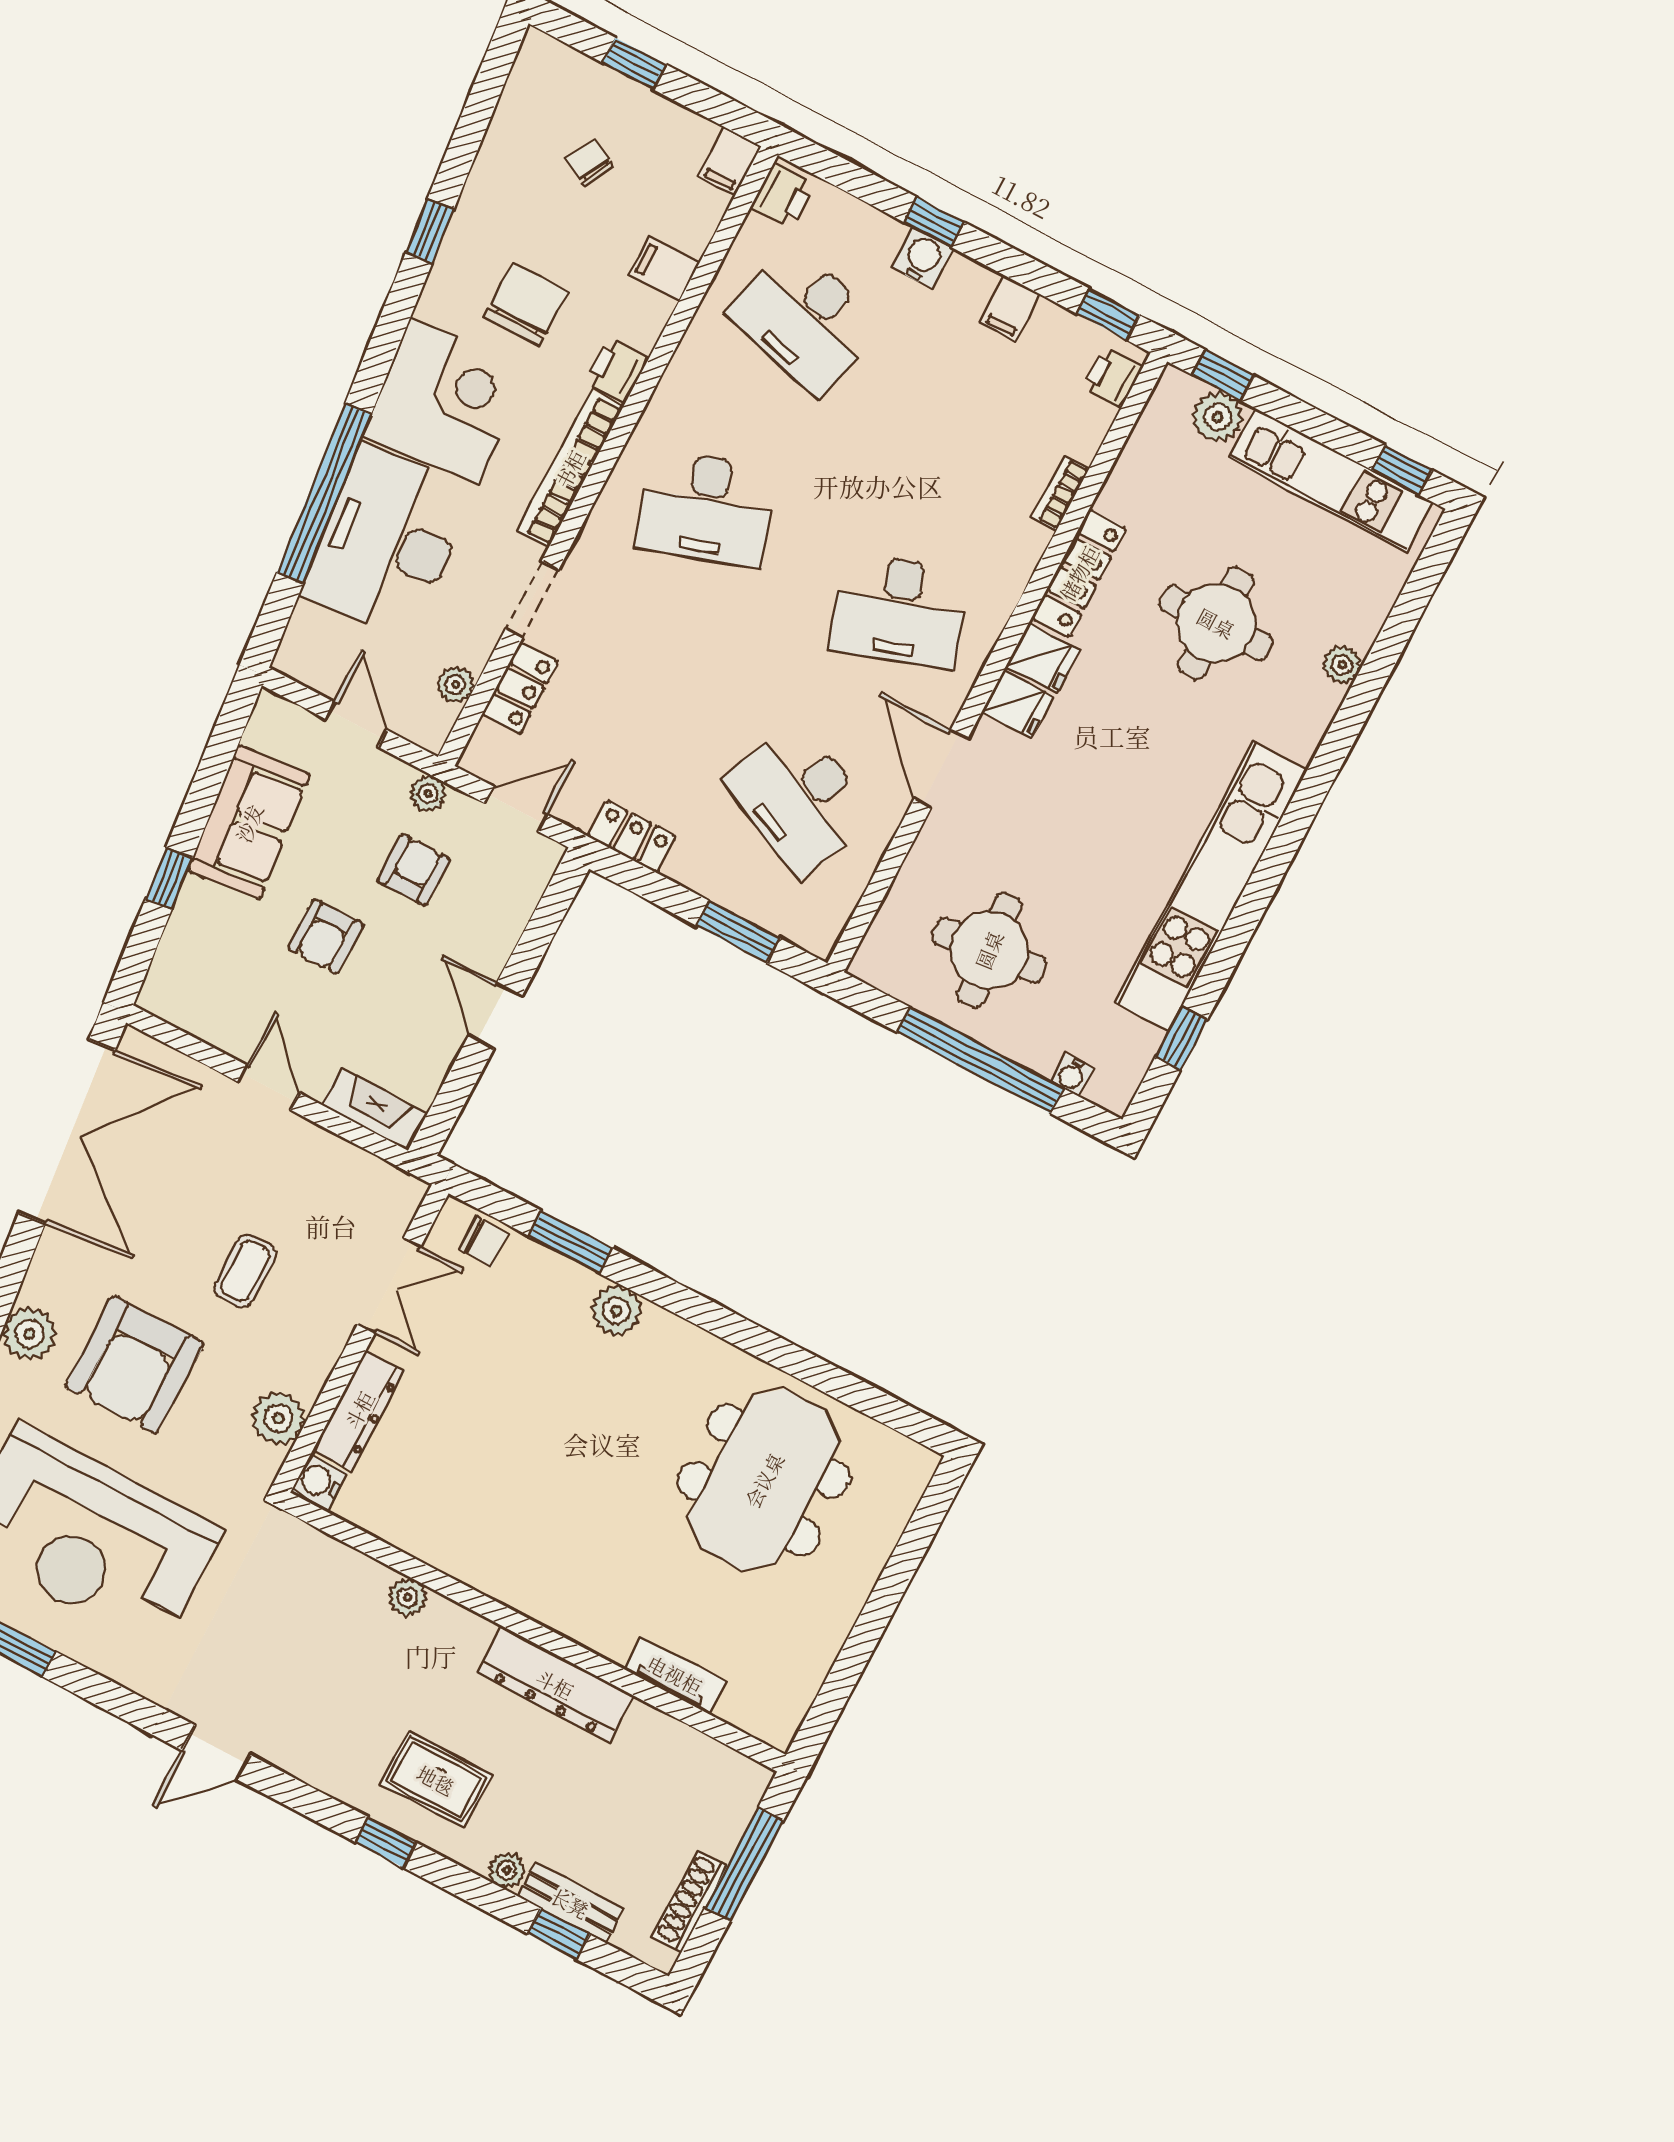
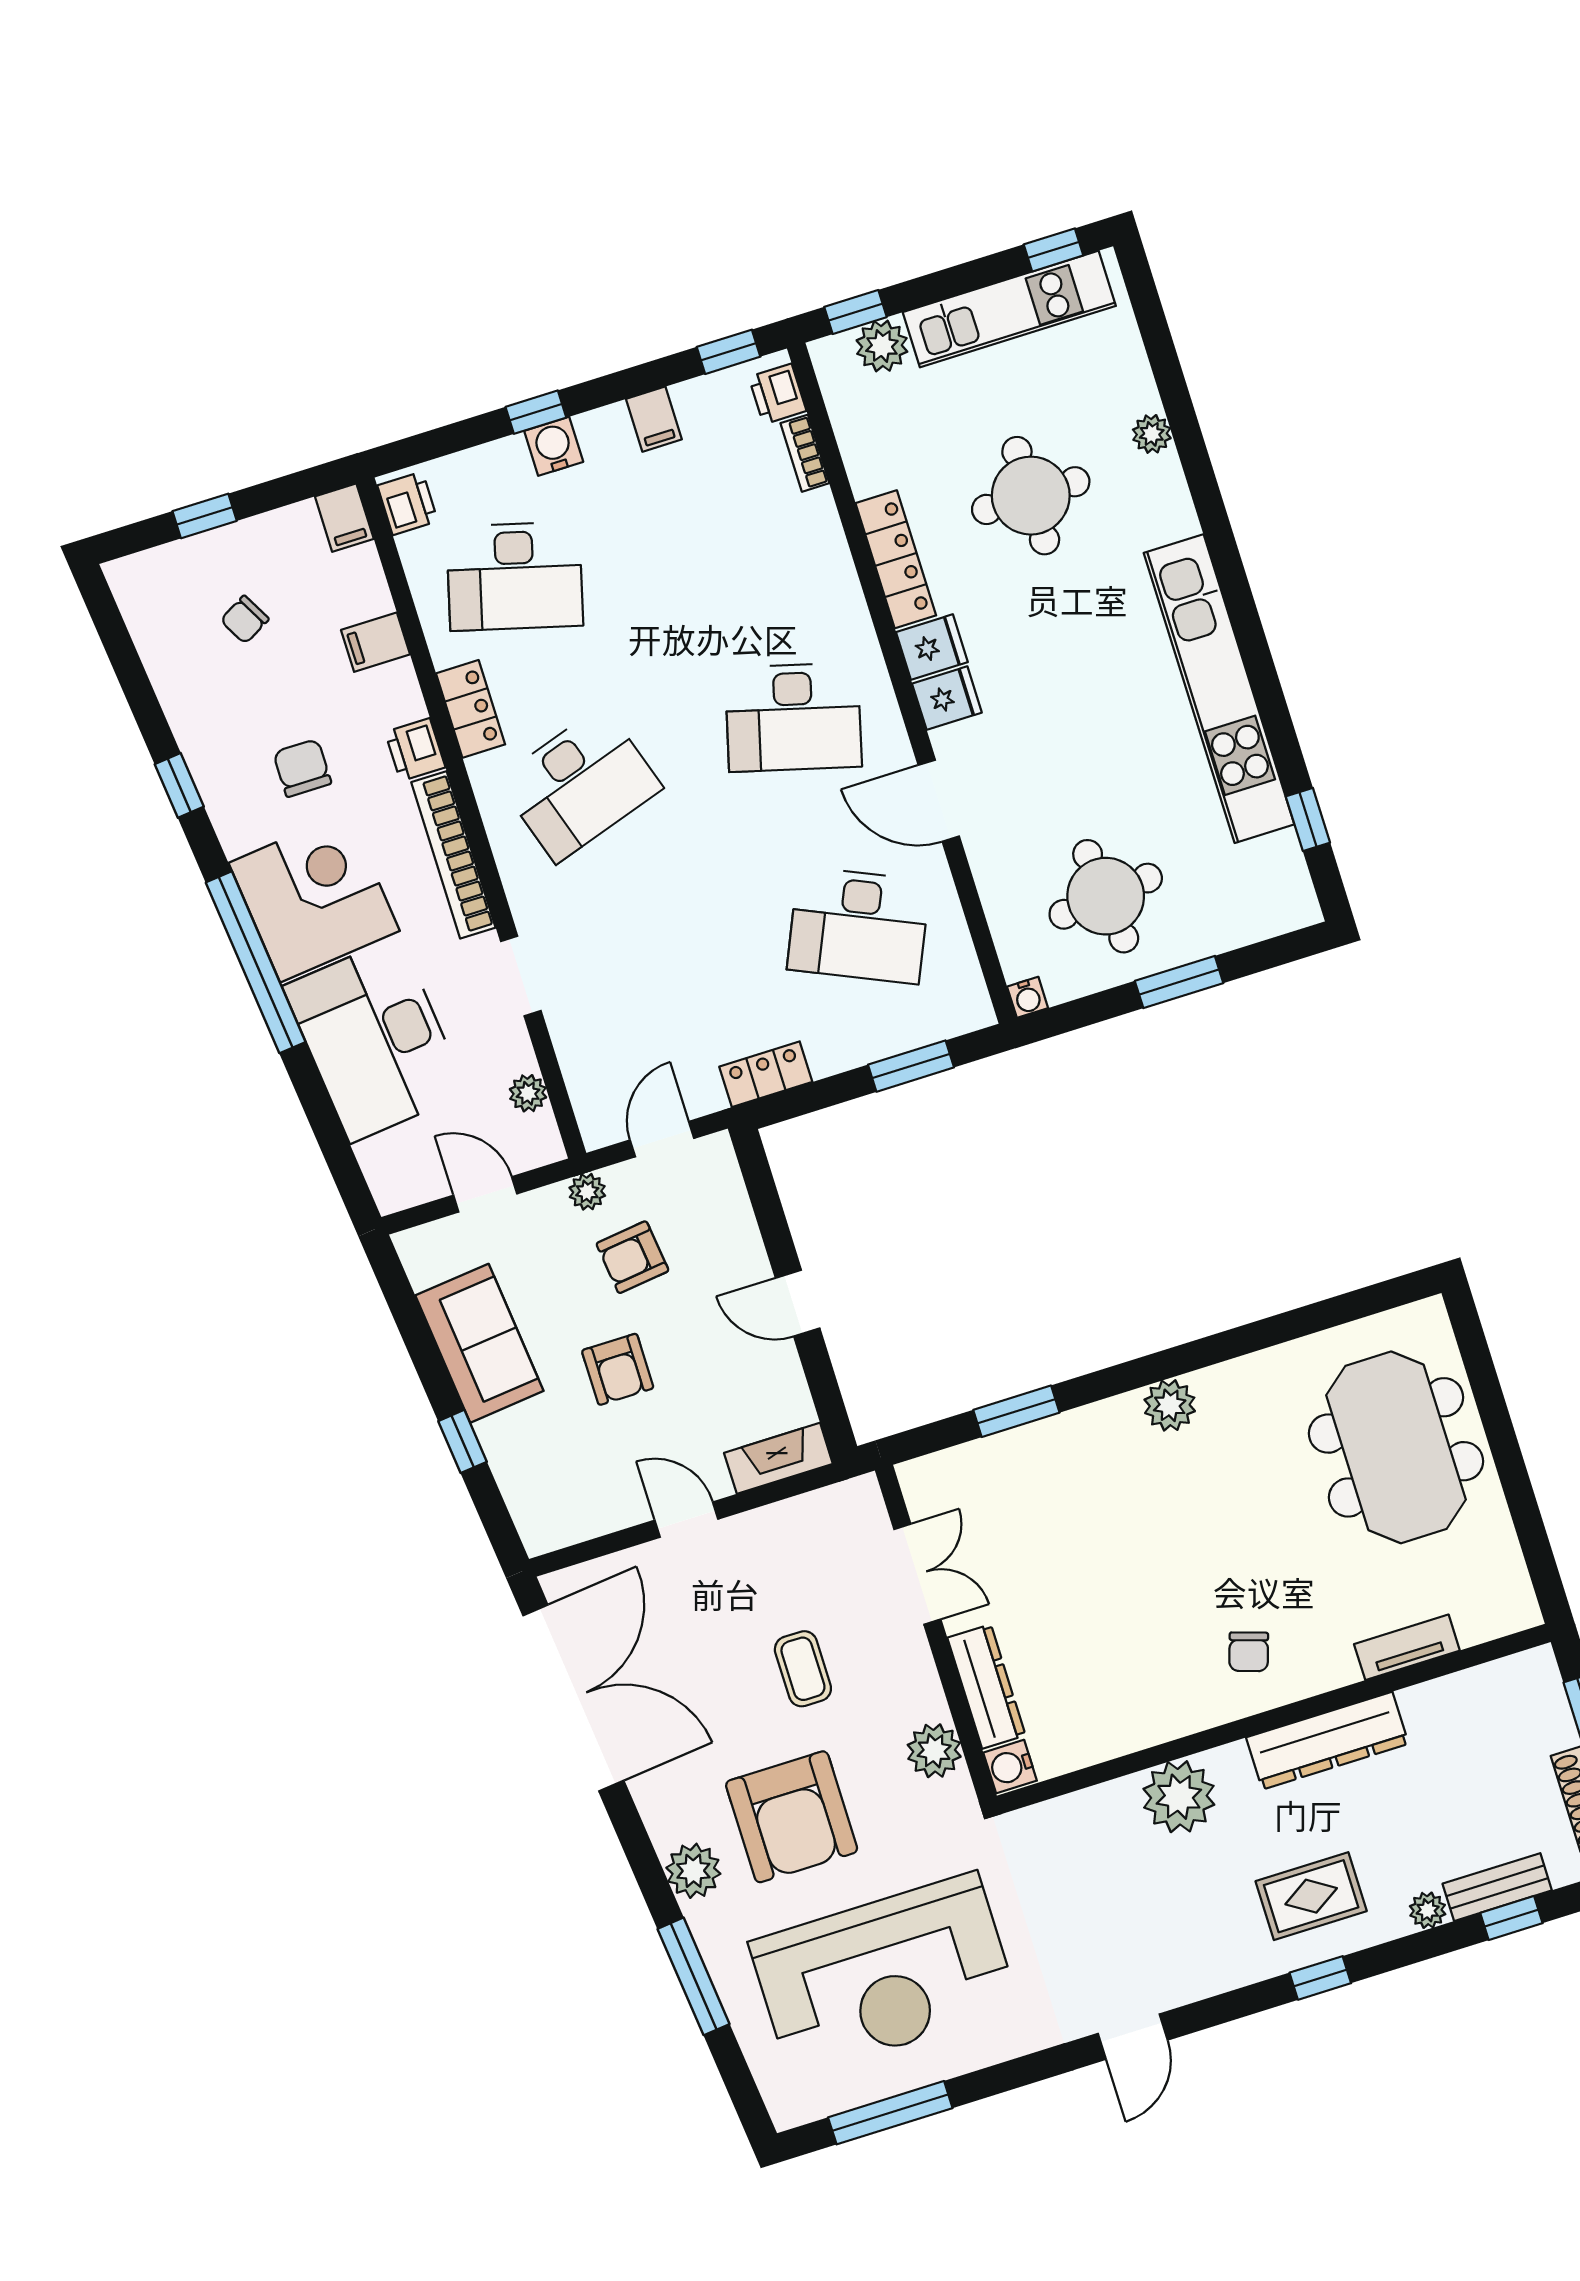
chair: (590, 162) -> (245, 620), turned -57
chair: (526, 304) -> (302, 768), width x0.73, depth x0.73
window: (324, 493) -> (256, 962), moved
bookcase: (1061, 493) -> (805, 453), moved
desk: (899, 610) -> (793, 717), turned 33
locker: (520, 688) -> (471, 709), moved
armchair: (414, 870) -> (632, 1257), turned -97
window: (980, 1060) -> (1179, 982), width x0.47
water cooler: (1072, 1075) -> (1028, 997), moved
chair: (484, 1241) -> (1249, 1652), moved, turned 108
plant: (616, 1311) -> (1170, 1405), moved
meeting table: (764, 1480) -> (1396, 1447), moved
plant: (408, 1597) -> (1179, 1797), width x1.87, depth x1.87

